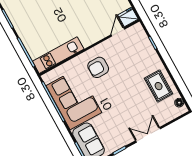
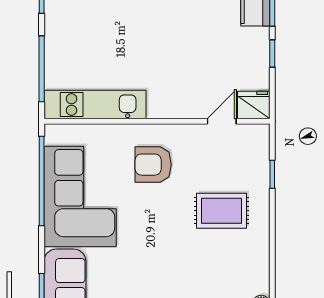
rug: (159, 86) -> (222, 211), moved, turned 90

